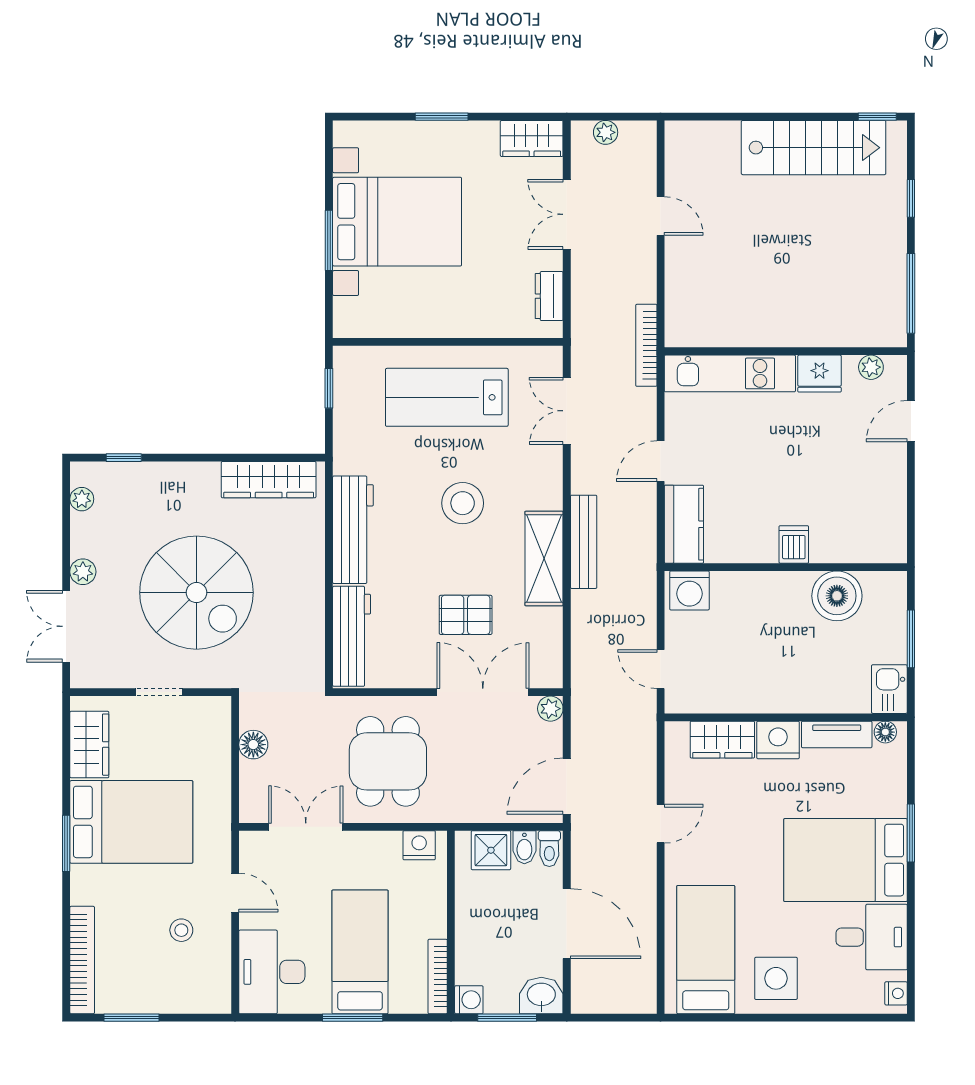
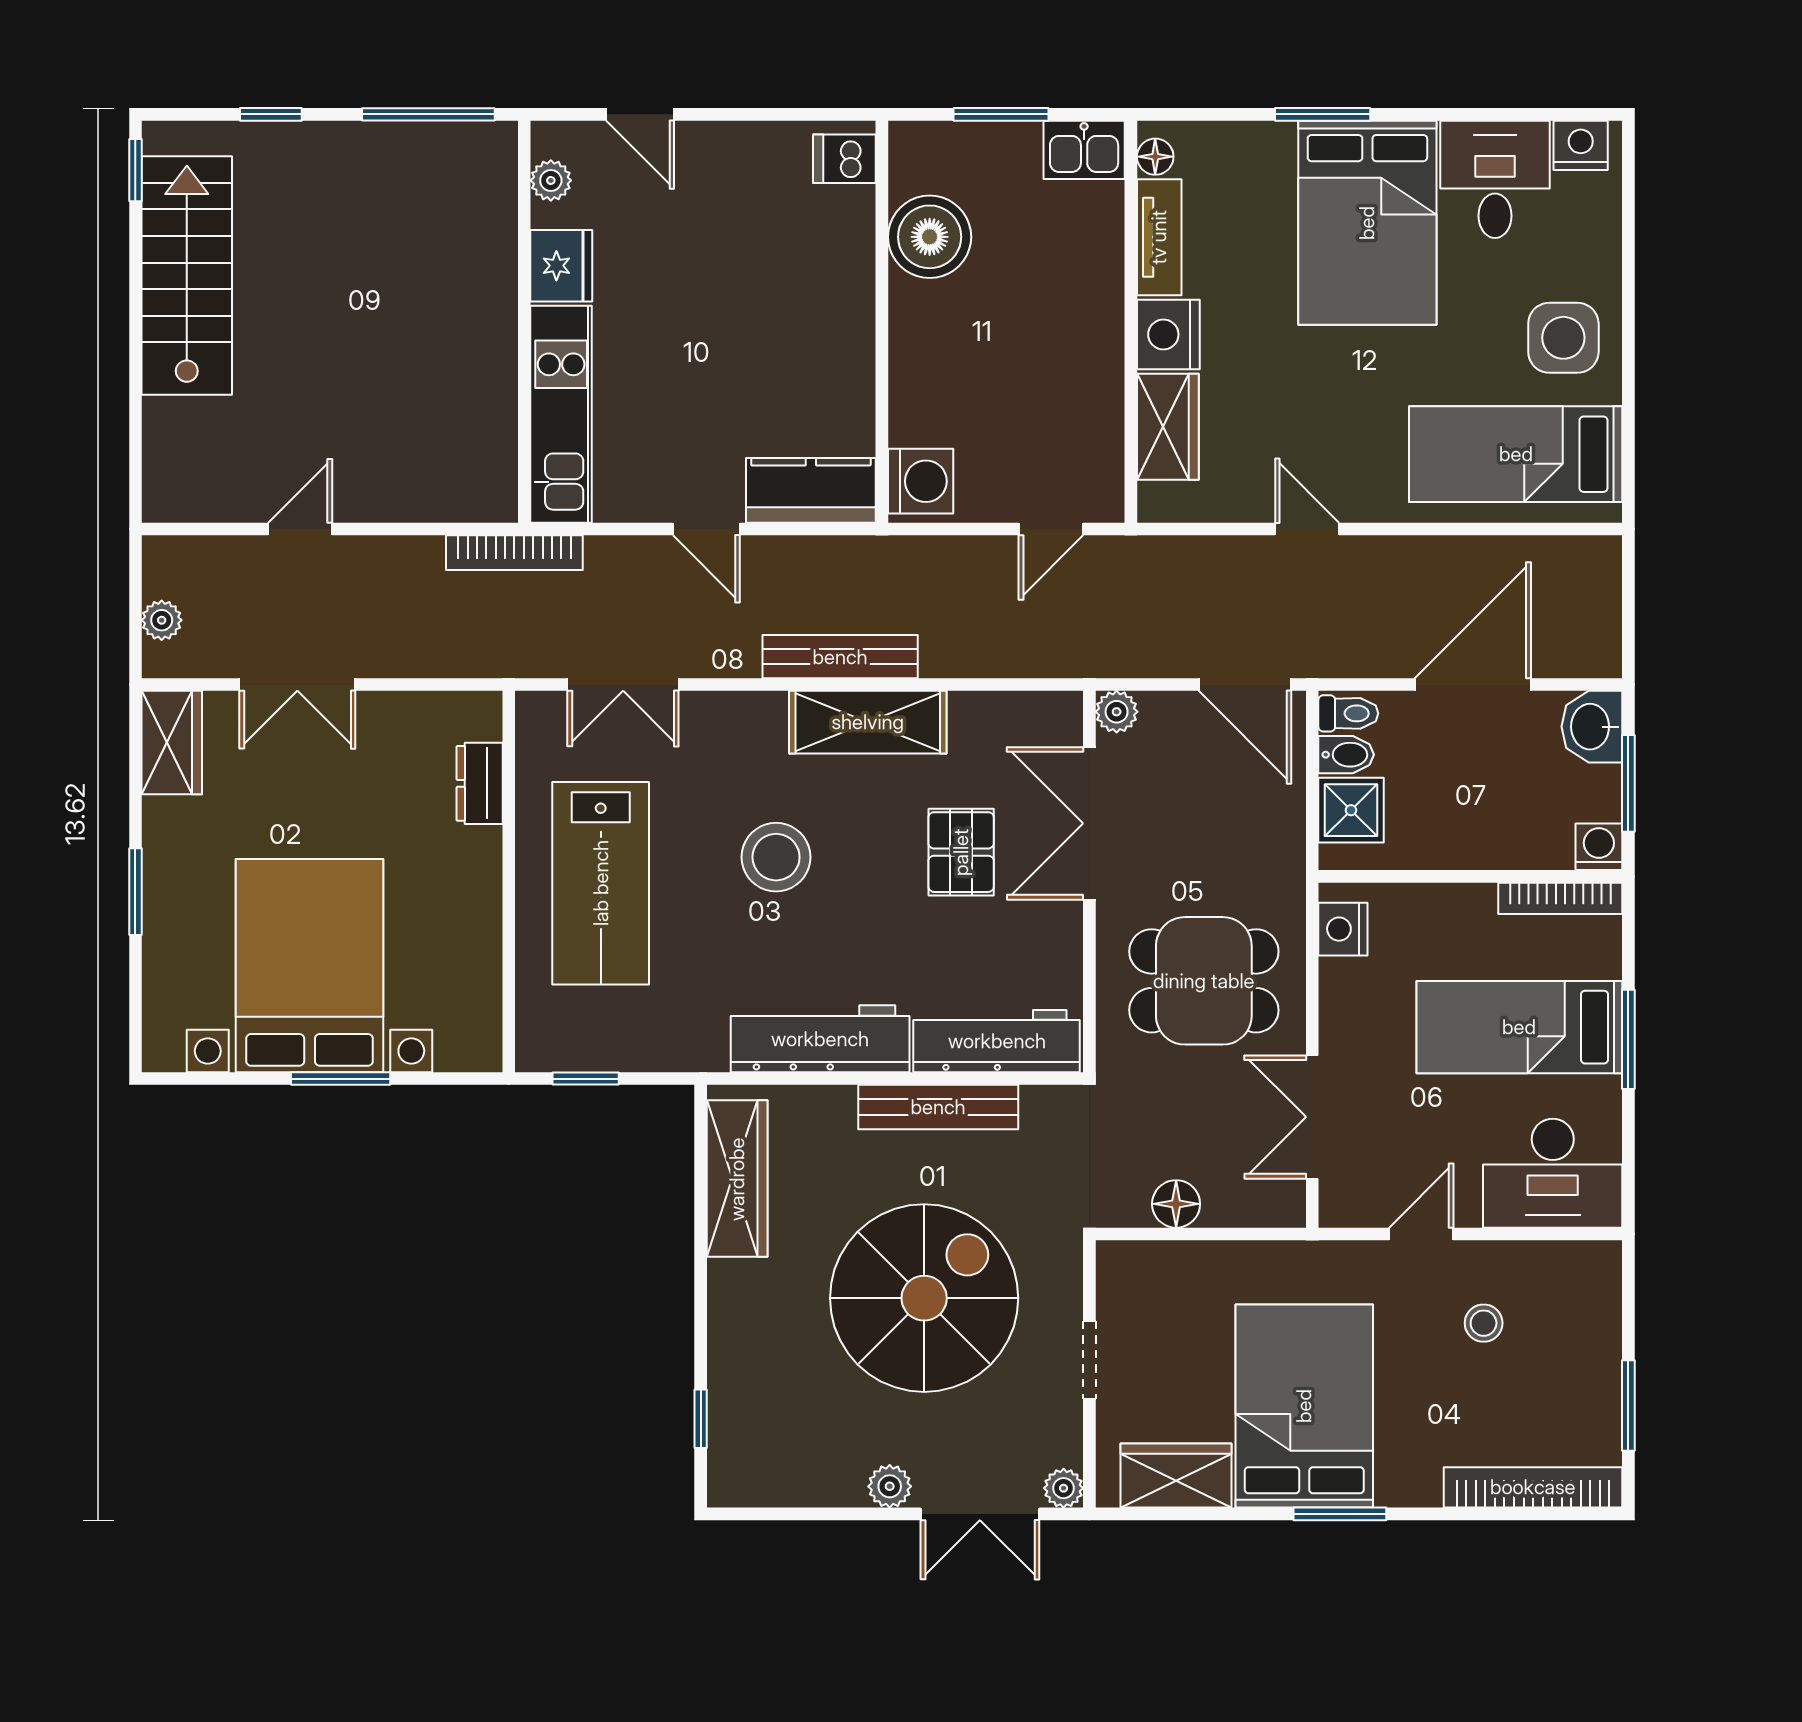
dresser: (549, 296) -> (480, 783), moved, turned 90
plant: (82, 499) -> (1064, 1488), moved
dishwasher: (794, 544) -> (844, 159), moved
bench: (312, 601) -> (938, 1107), added
nightstand: (896, 993) -> (1581, 145), width x1.39, depth x1.35

